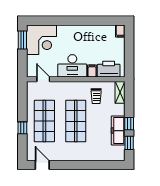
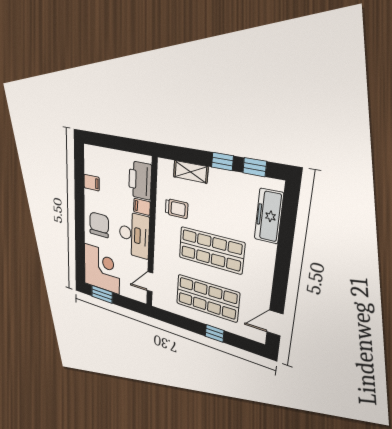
filing cabinet: (120, 31) -> (92, 183), moved
chair: (73, 37) -> (99, 225), added
shelving: (120, 92) -> (191, 172), moved
freezer: (118, 131) -> (269, 216), moved, turned 90

